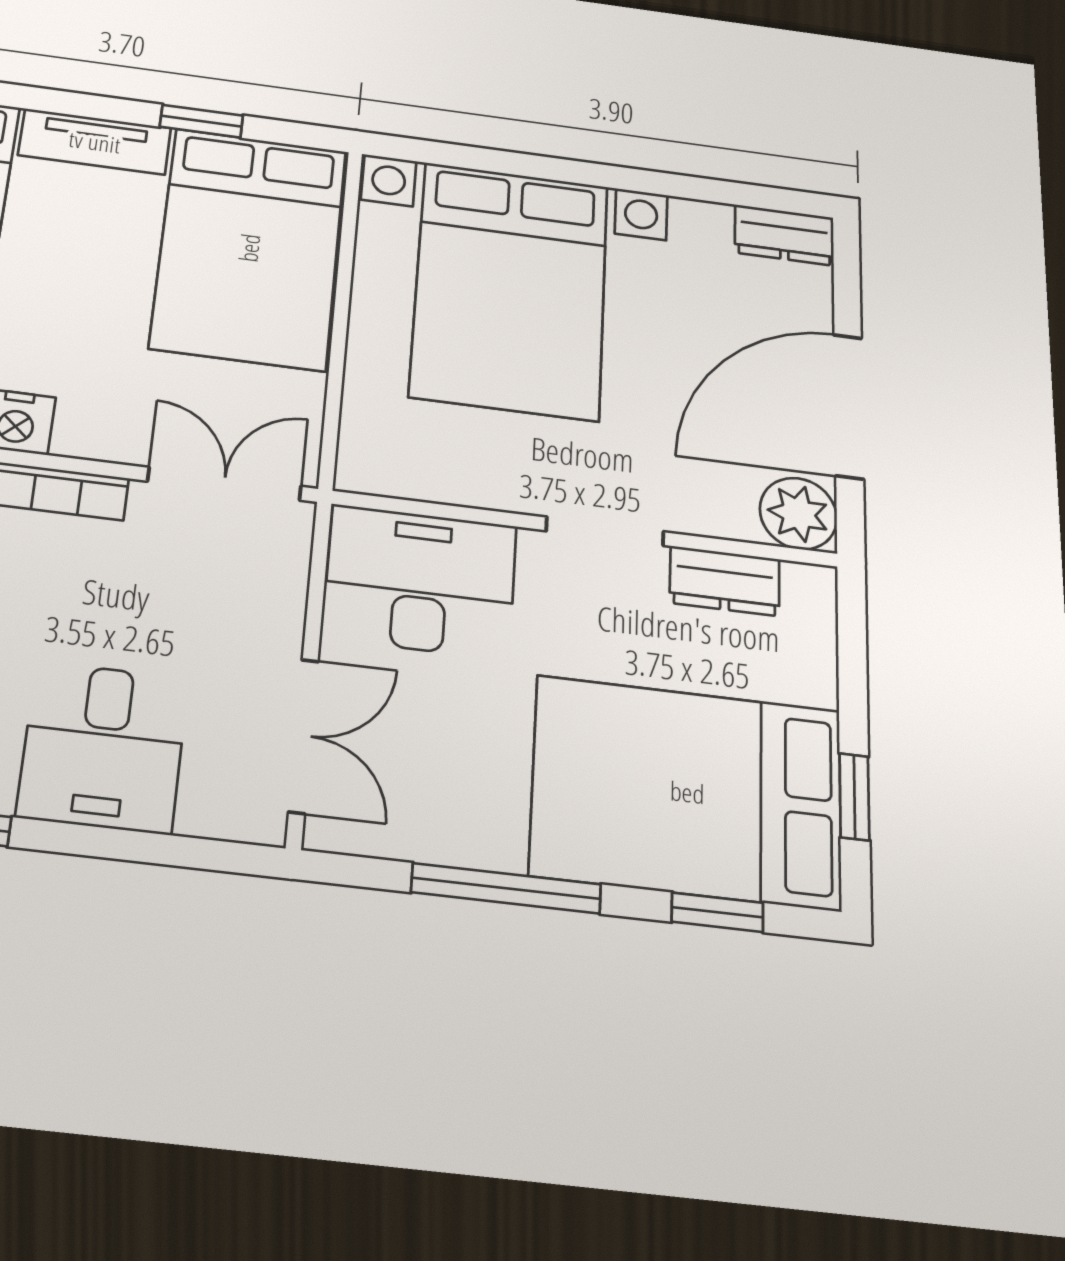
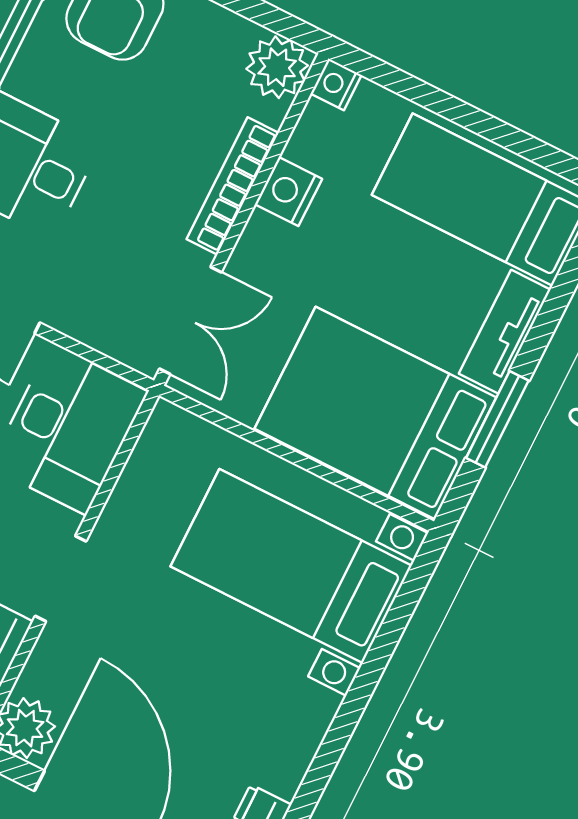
window: (201, 121) -> (497, 419), width x1.50
bed with nightstands: (510, 290) -> (291, 566), width x0.73

